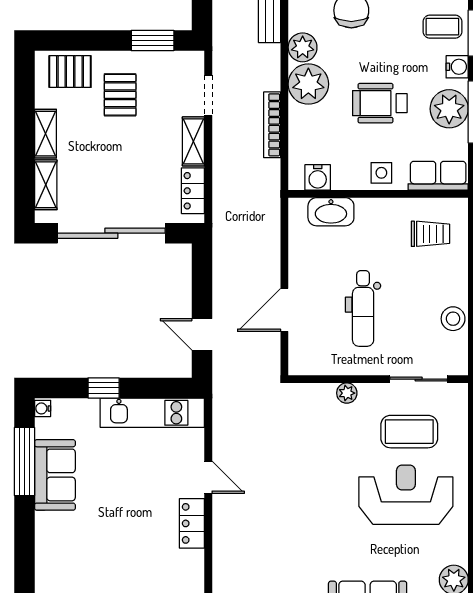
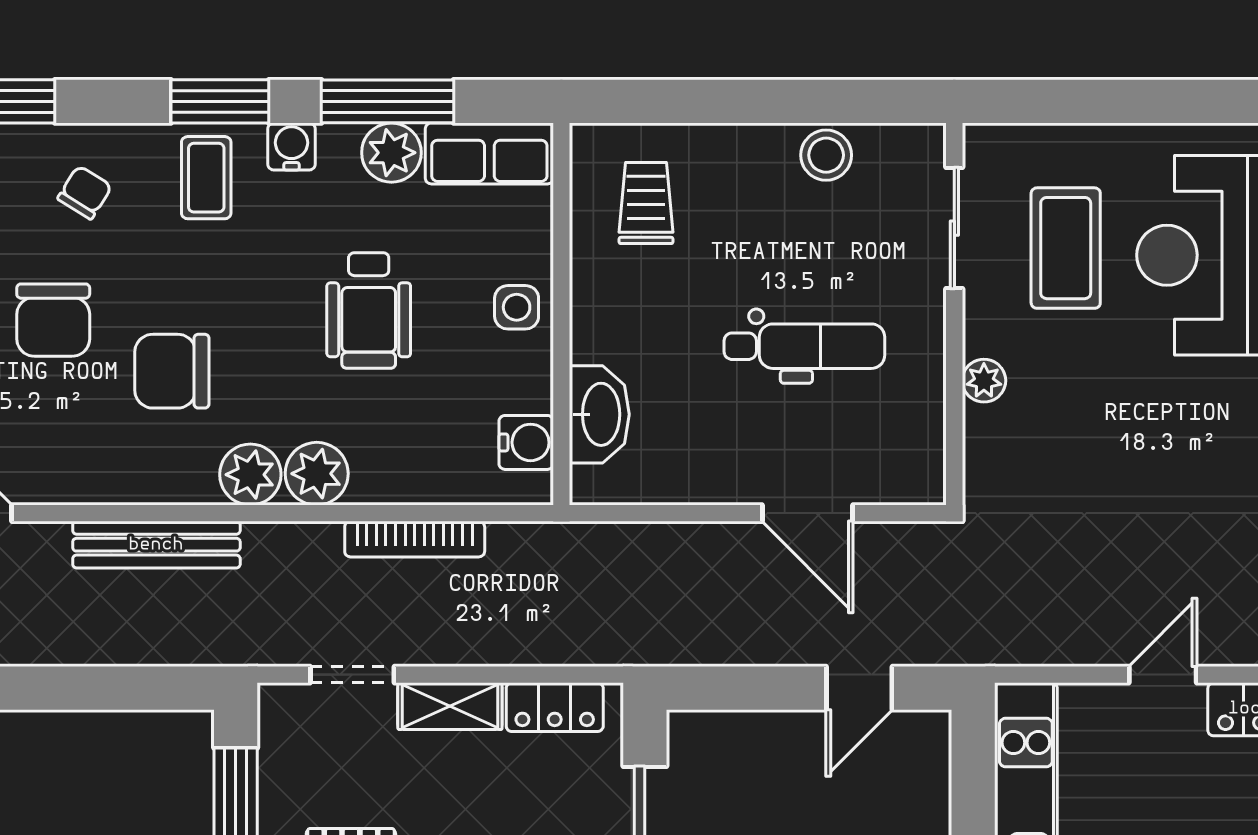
plant: (308, 84) -> (317, 474), width x0.73, depth x0.73
plant: (449, 109) -> (391, 153), width x0.73, depth x0.73
row of seats: (438, 176) -> (489, 153), moved, turned -90

